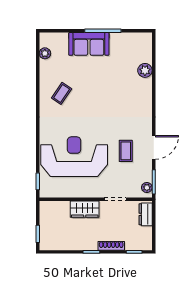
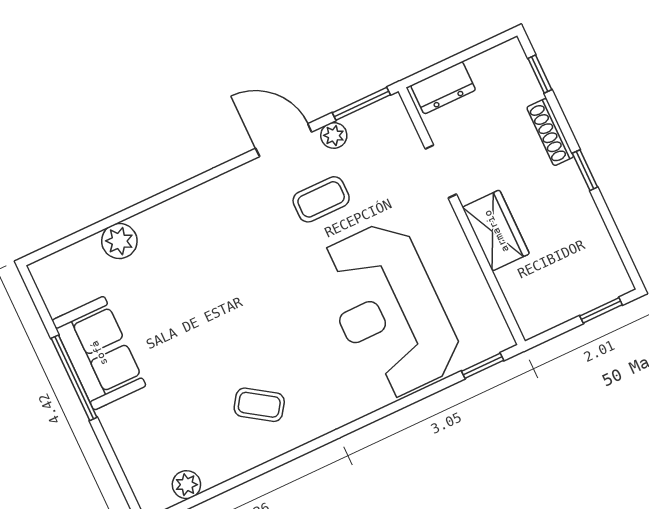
sofa: (89, 44) -> (99, 353), moved
plant: (147, 188) -> (334, 135), moved

